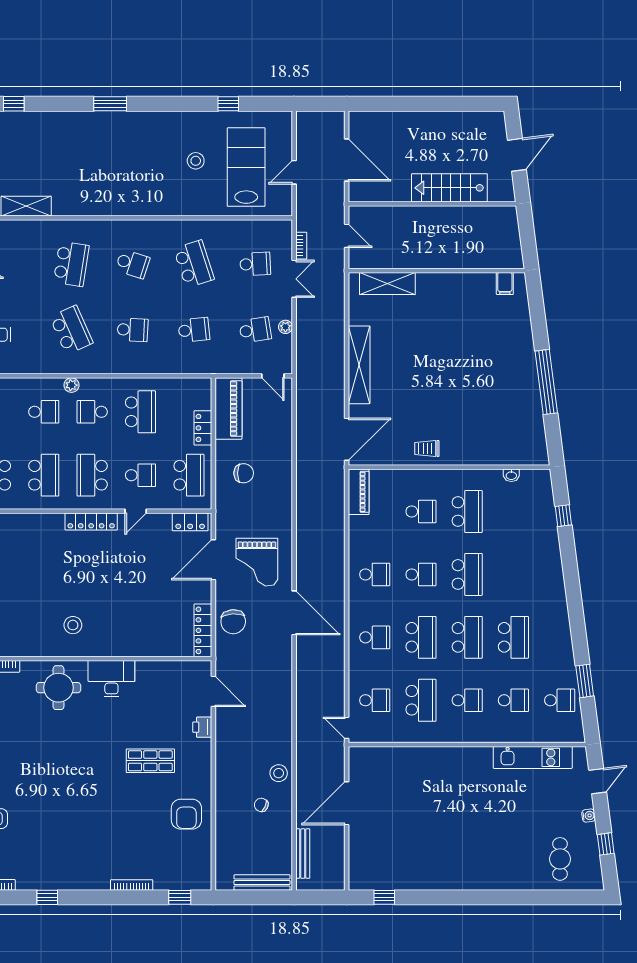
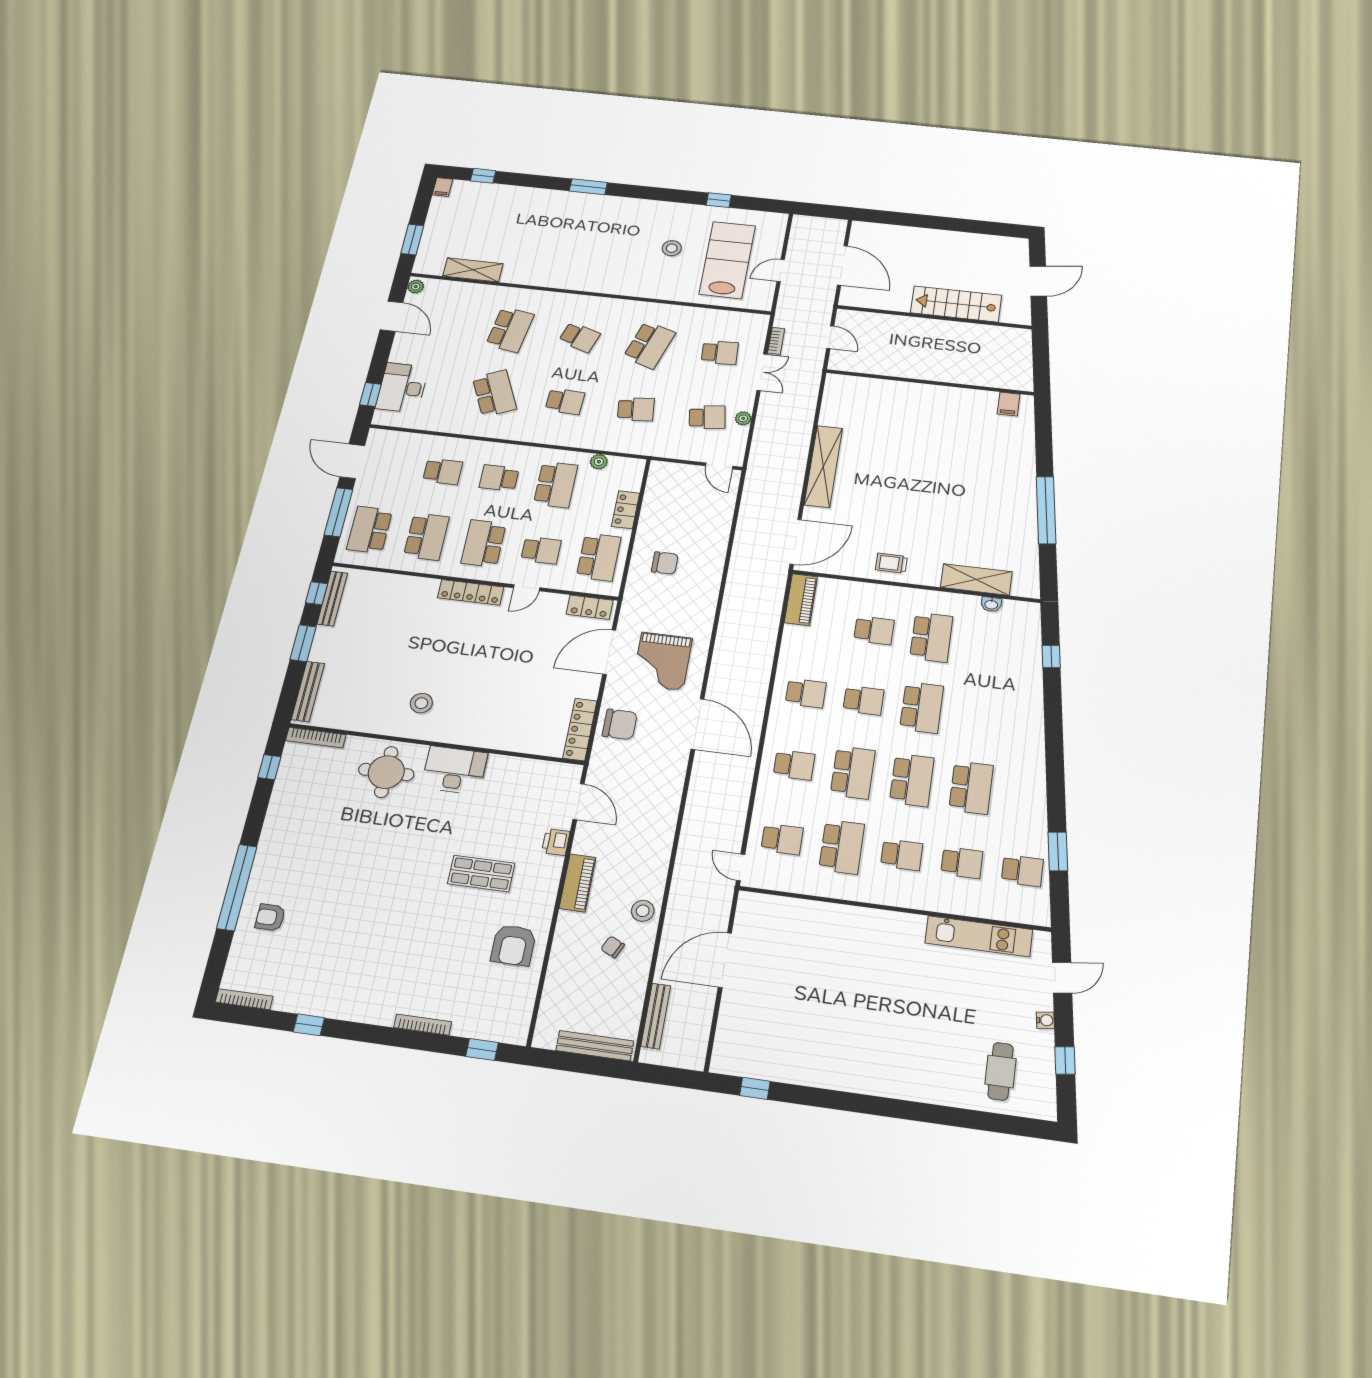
school desk: (194, 264) -> (649, 345), turned 36
shelving: (387, 283) -> (976, 579), moved
plant: (71, 385) -> (599, 462), moved
piano: (228, 409) -> (577, 883), moved, width x0.73, depth x0.75
chair: (233, 622) -> (620, 724), turned -86

